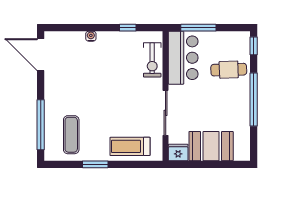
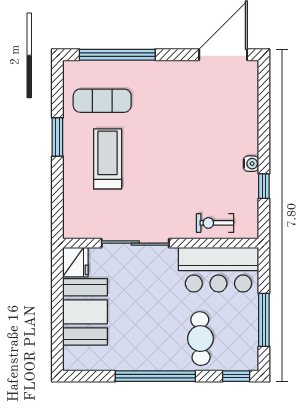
window: (198, 28) -> (264, 320), moved
water cooler: (91, 36) -> (251, 164), moved
exercise bike: (152, 60) -> (215, 223), width x0.73, depth x0.72
treadmill: (130, 146) -> (108, 159), moved

